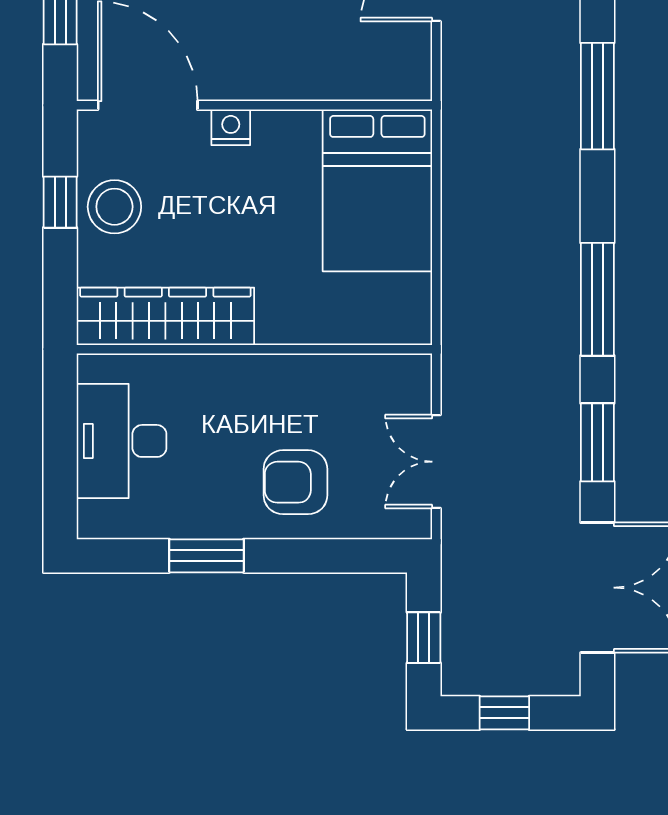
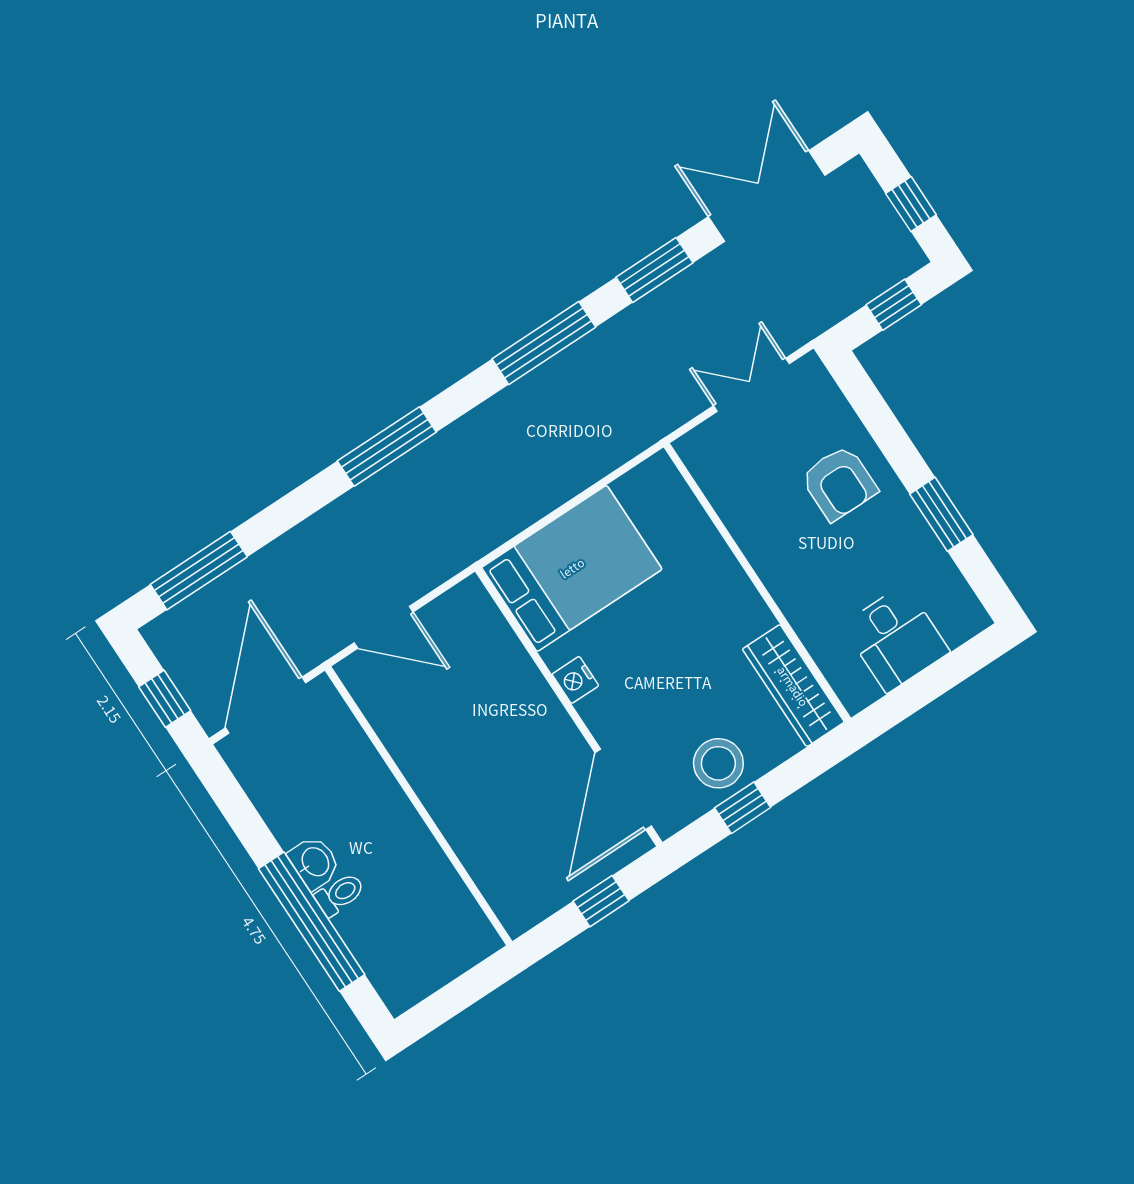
nightstand: (231, 127) -> (575, 680), moved
wardrobe: (165, 316) -> (793, 686), width x0.71, depth x0.85
desk: (122, 441) -> (896, 638), width x0.73
double door: (436, 462) -> (751, 385), swing flipped

